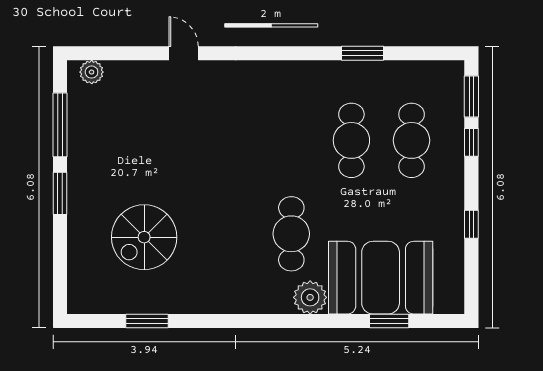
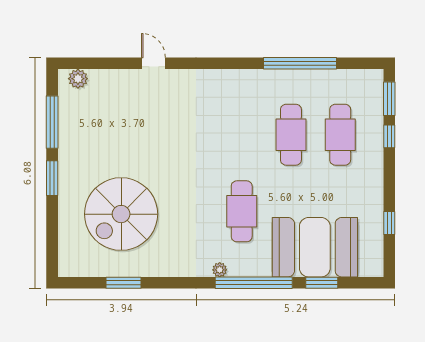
window: (362, 53) -> (300, 63), width x2.11
window: (471, 224) -> (389, 223), moved
spiral stairs: (144, 237) -> (121, 214), width x1.37, depth x1.37
plant: (310, 297) -> (220, 270), moved, width x0.53, depth x0.53
window: (306, 321) -> (254, 283), added

